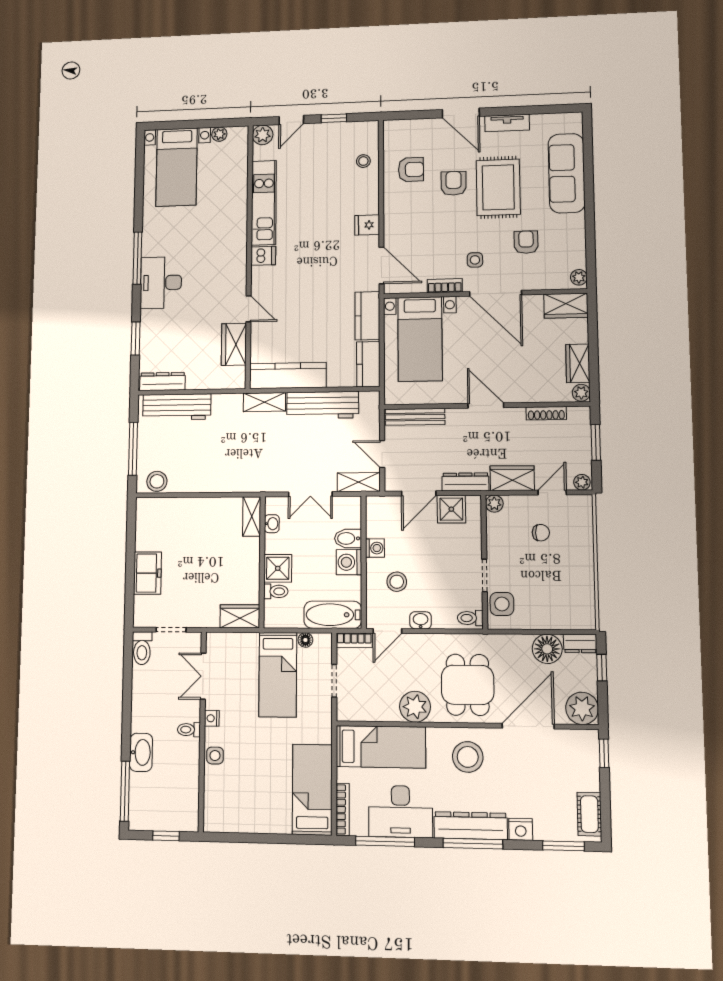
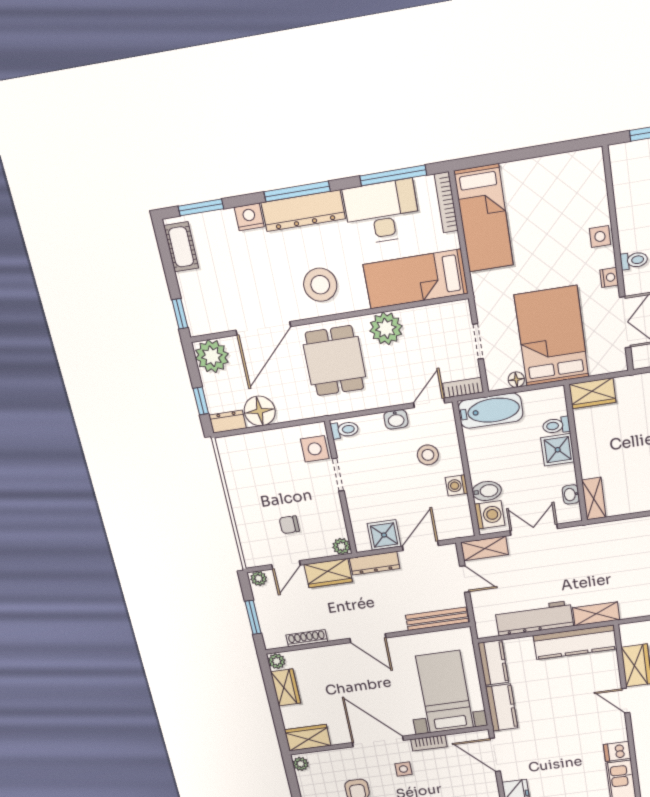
washing machine: (349, 562) -> (490, 515), moved
bed: (278, 675) -> (552, 336), width x1.50

